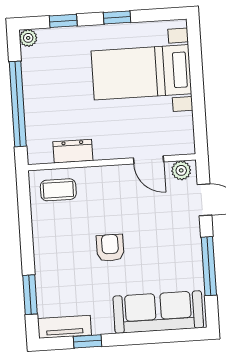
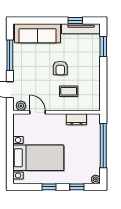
coffee table: (58, 190) -> (69, 91), moved
tv unit: (64, 327) -> (81, 29), width x1.41

